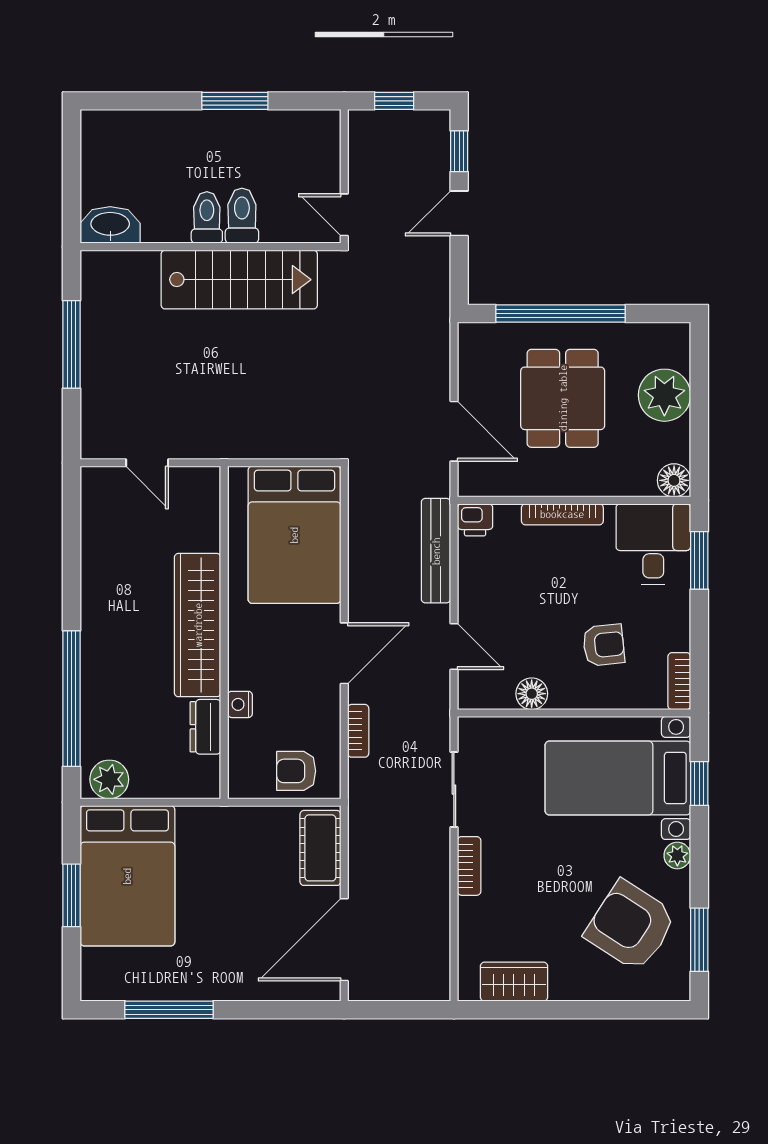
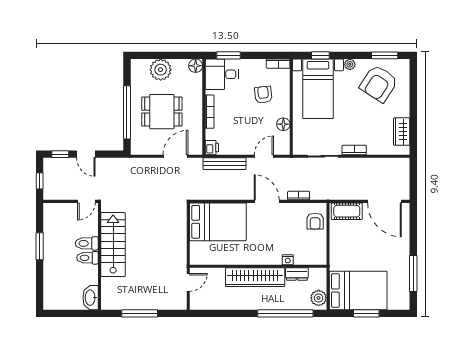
wardrobe: (198, 625) -> (255, 277), moved
wall: (224, 632) -> (258, 266), moved
nightstand: (240, 704) -> (288, 260), moved
dresser: (205, 727) -> (297, 274), moved

